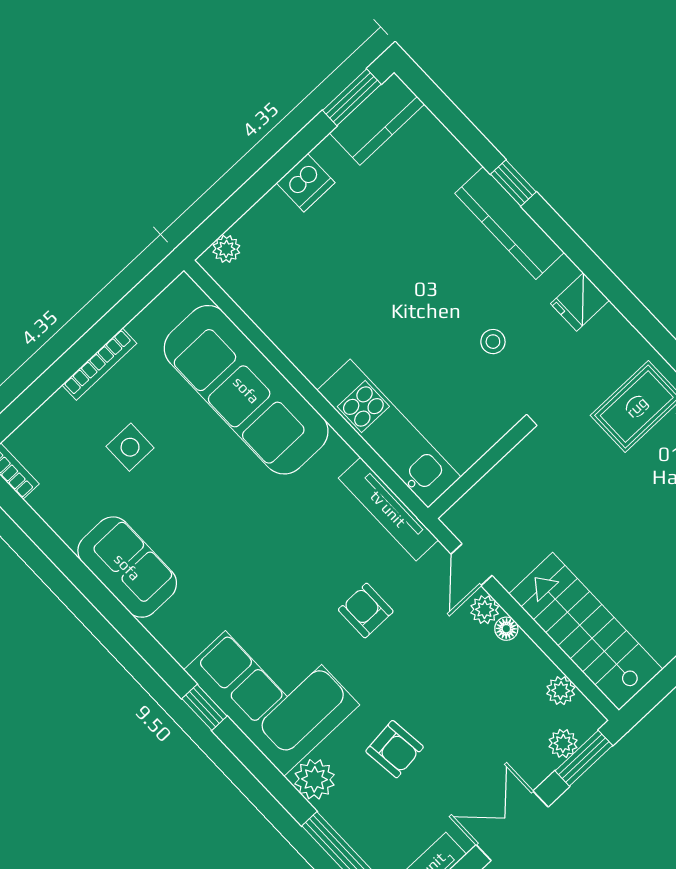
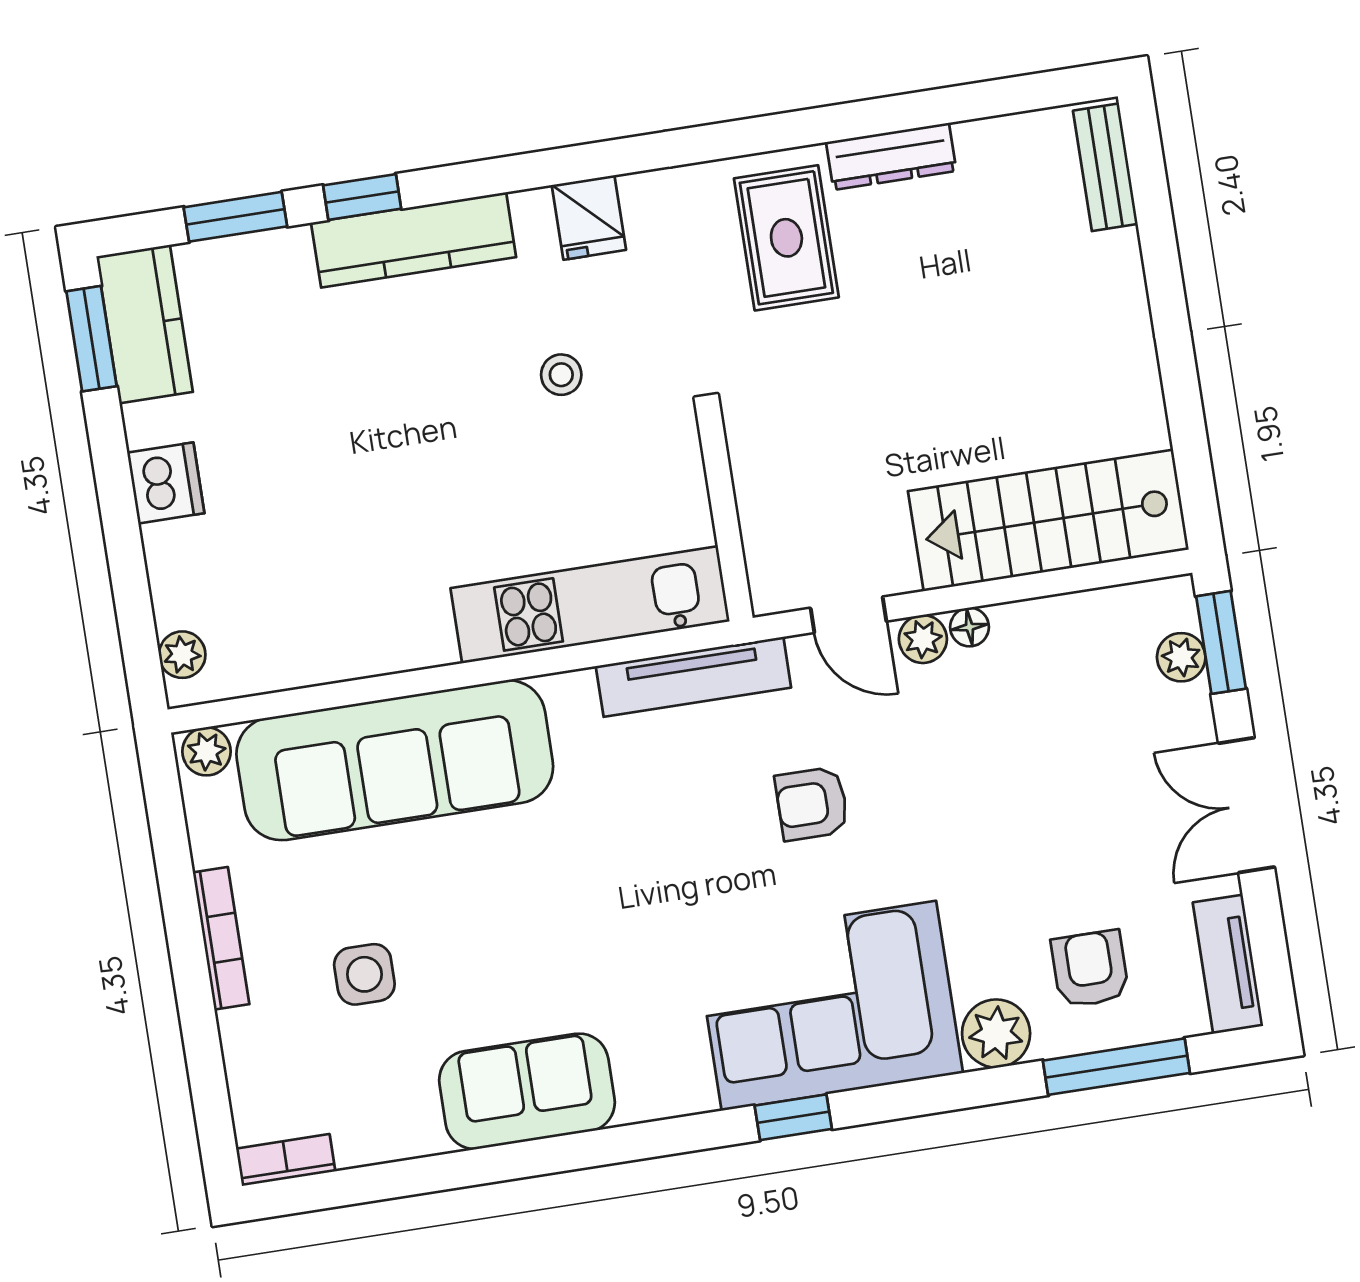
window: (461, 127) -> (235, 217), added
plant: (561, 691) -> (206, 751), moved
armchair: (395, 749) -> (1090, 969), moved, turned -84

